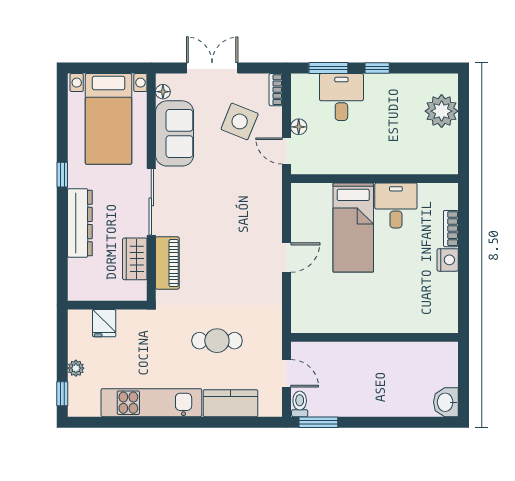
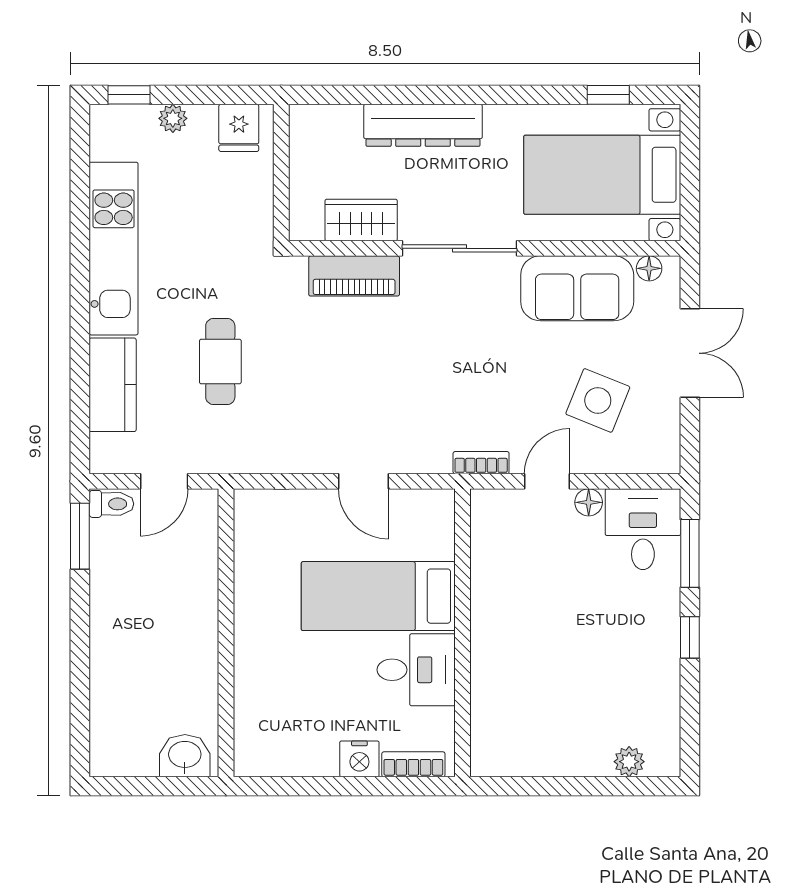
bookcase: (276, 90) -> (481, 463), moved
desk: (341, 97) -> (643, 529), moved, turned -90
plant: (442, 111) -> (629, 762), width x0.53, depth x0.53
window: (62, 175) -> (608, 95), moved
wall: (374, 179) -> (462, 633), moved
desk: (396, 206) -> (416, 670), moved
bed: (353, 228) -> (378, 596), moved
fridge: (104, 323) -> (239, 128), moved, turned -90
washbasin: (446, 402) -> (185, 756), moved

